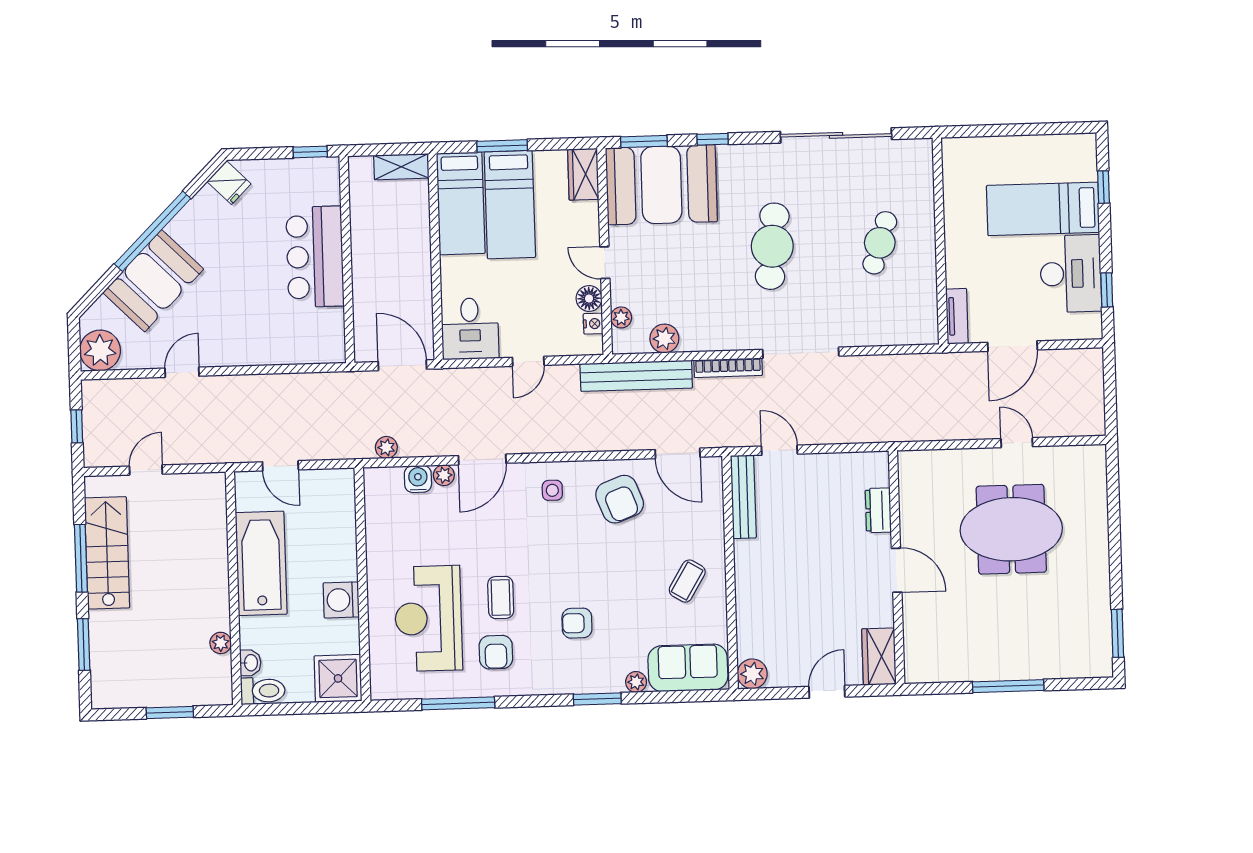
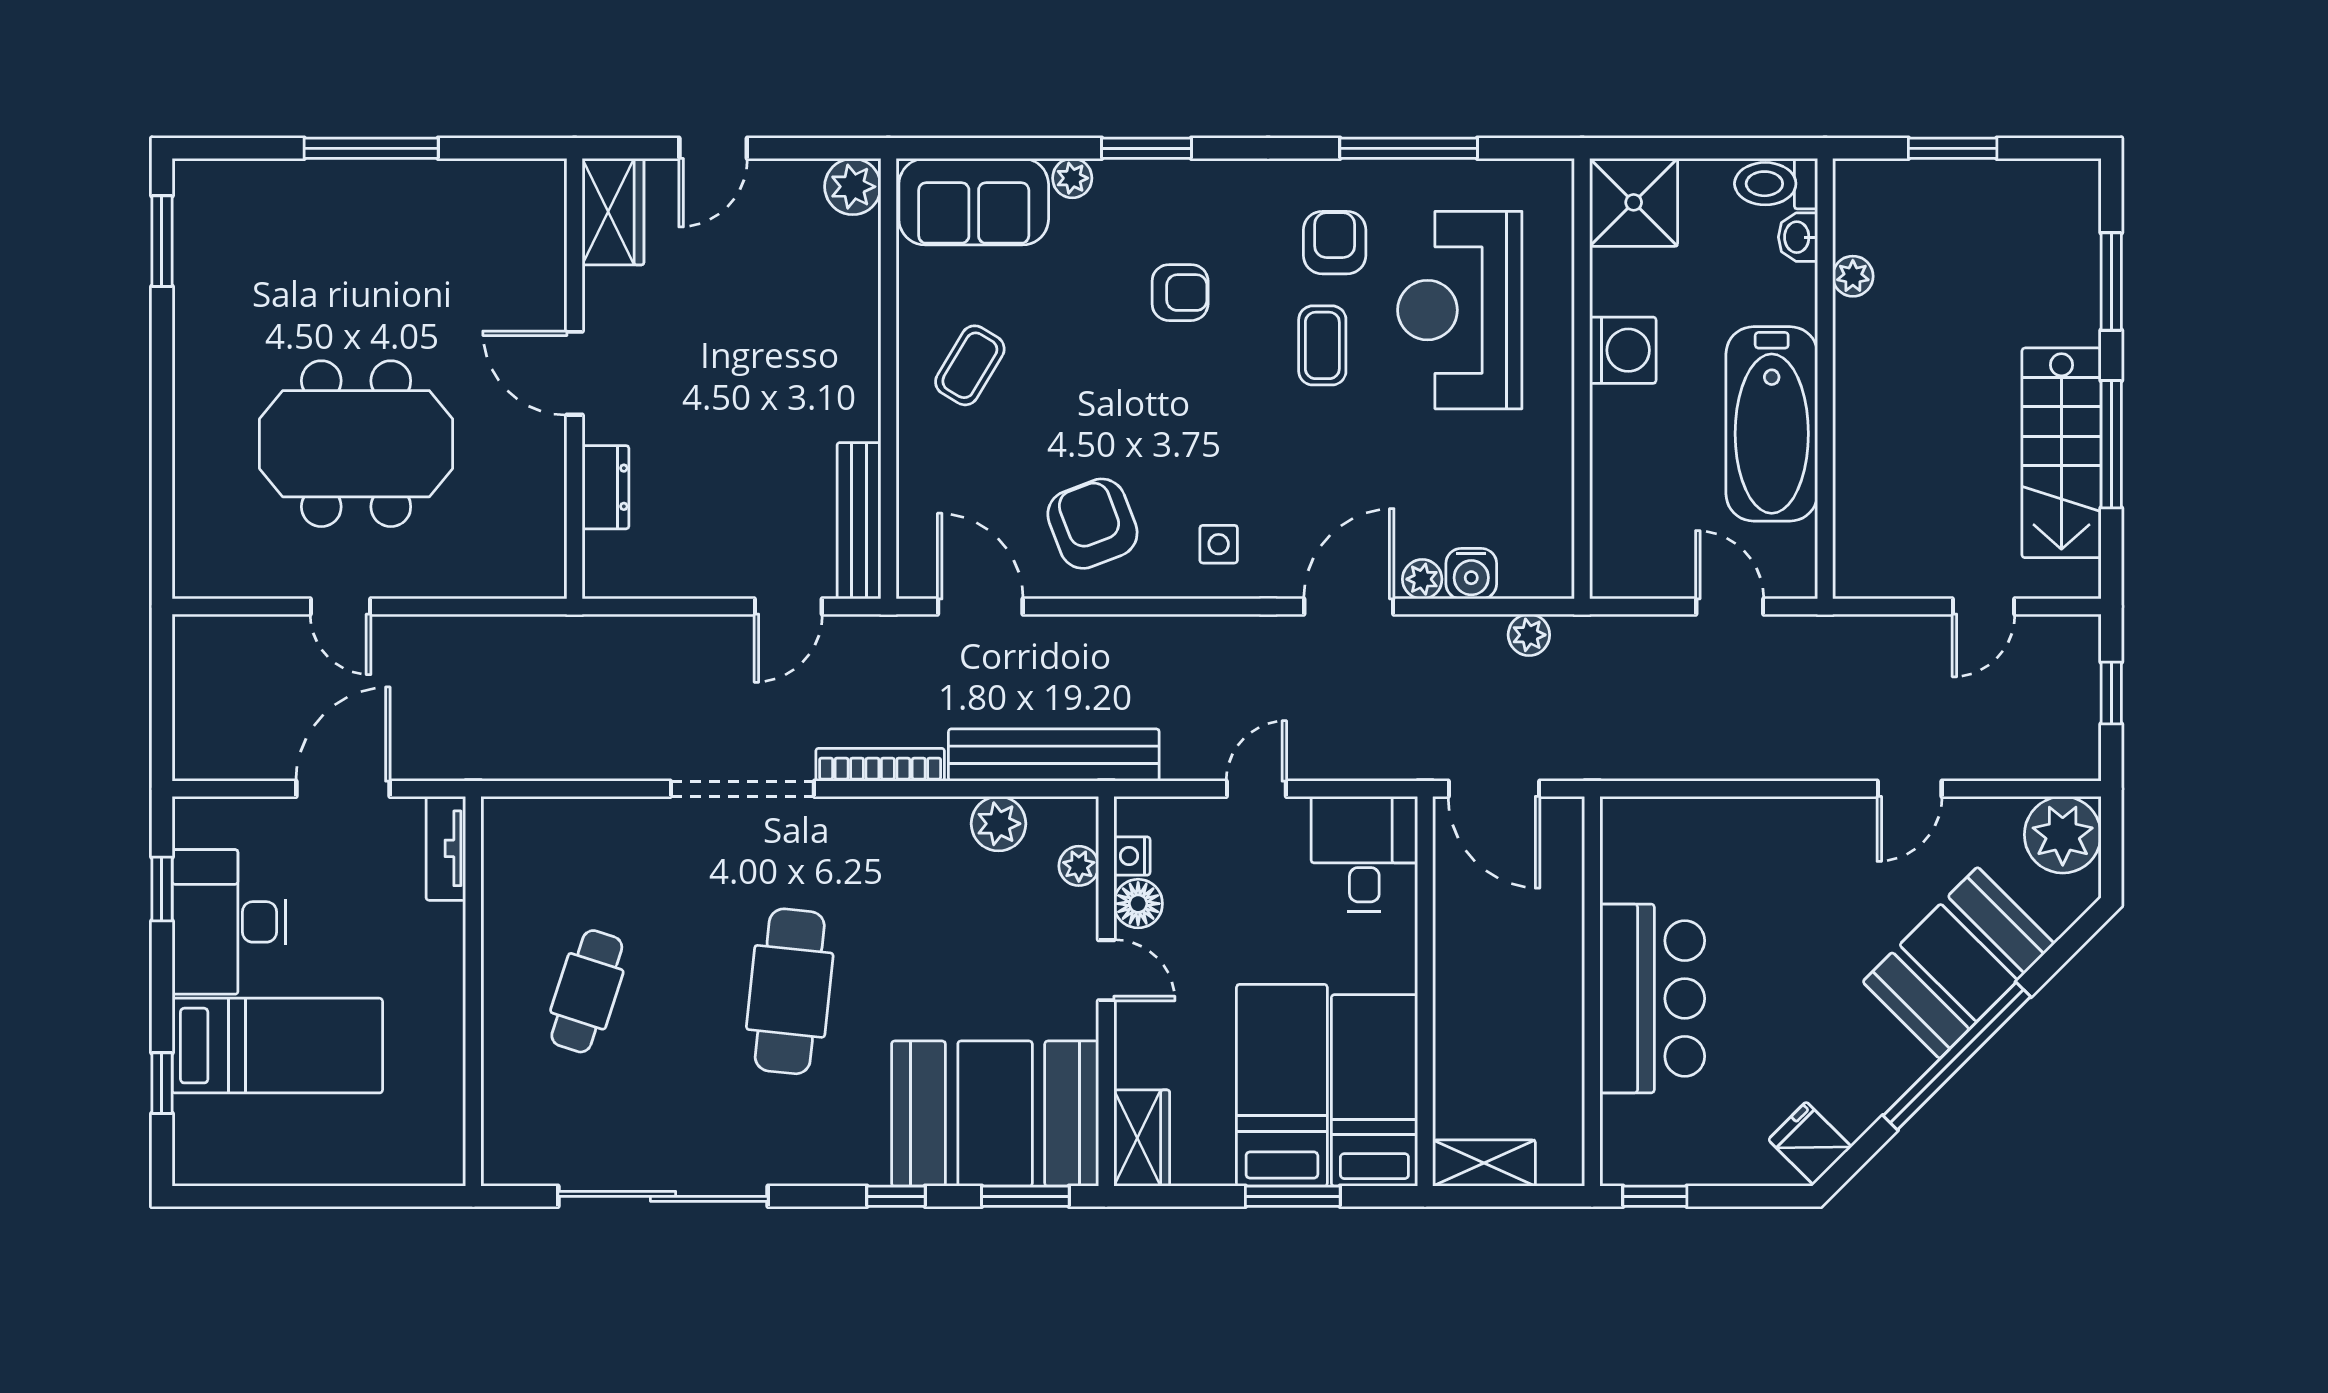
door: (779, 450) -> (788, 607), hinge flipped
reception desk: (428, 618) -> (1460, 310), turned 180

